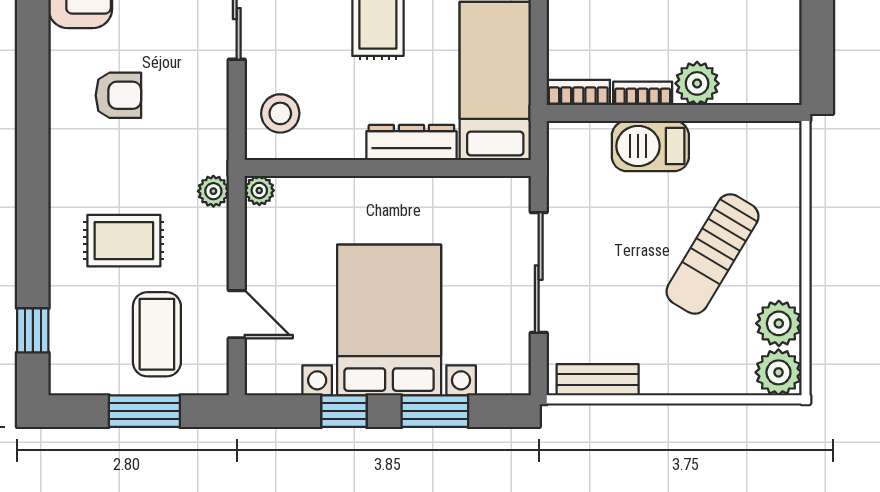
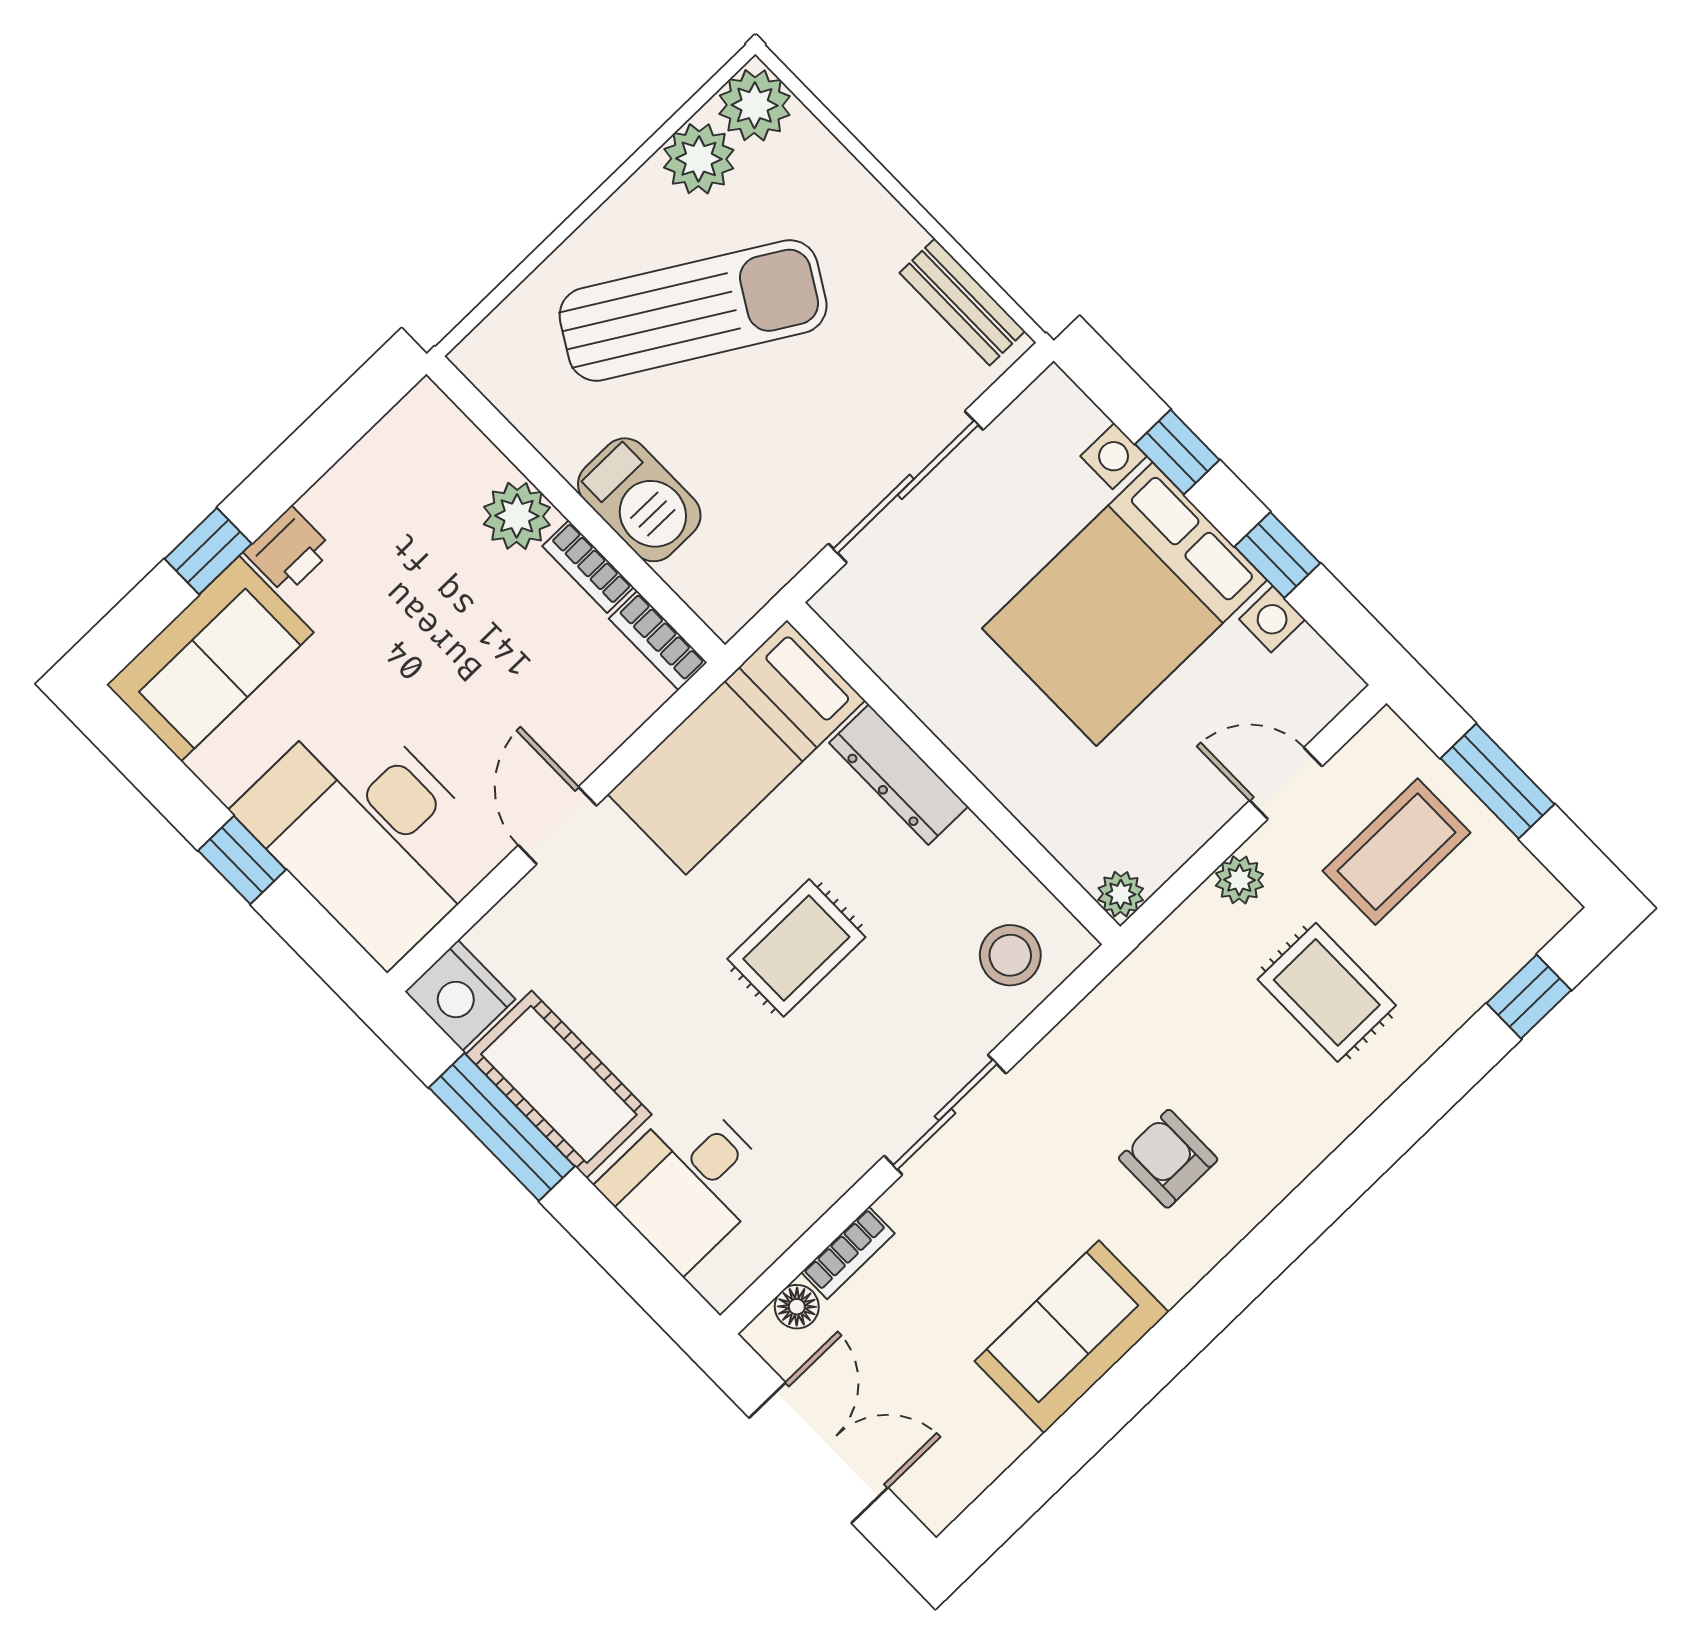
plant: (213, 191) -> (1239, 880), moved
sun lounger: (713, 254) -> (693, 310), width x1.36, depth x1.34
door: (237, 314) -> (1286, 783), hinge flipped
window: (435, 411) -> (1177, 452), width x0.67

